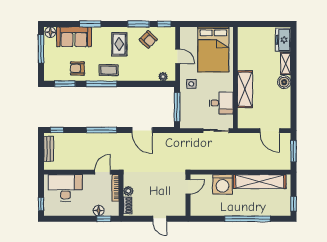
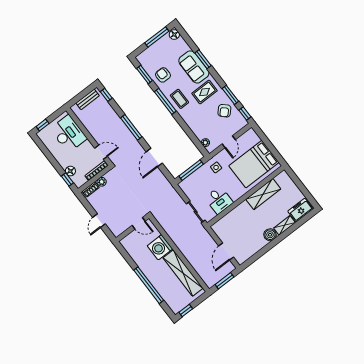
sofa: (74, 37) -> (194, 67), moved
shelving: (245, 89) -> (263, 194), moved

